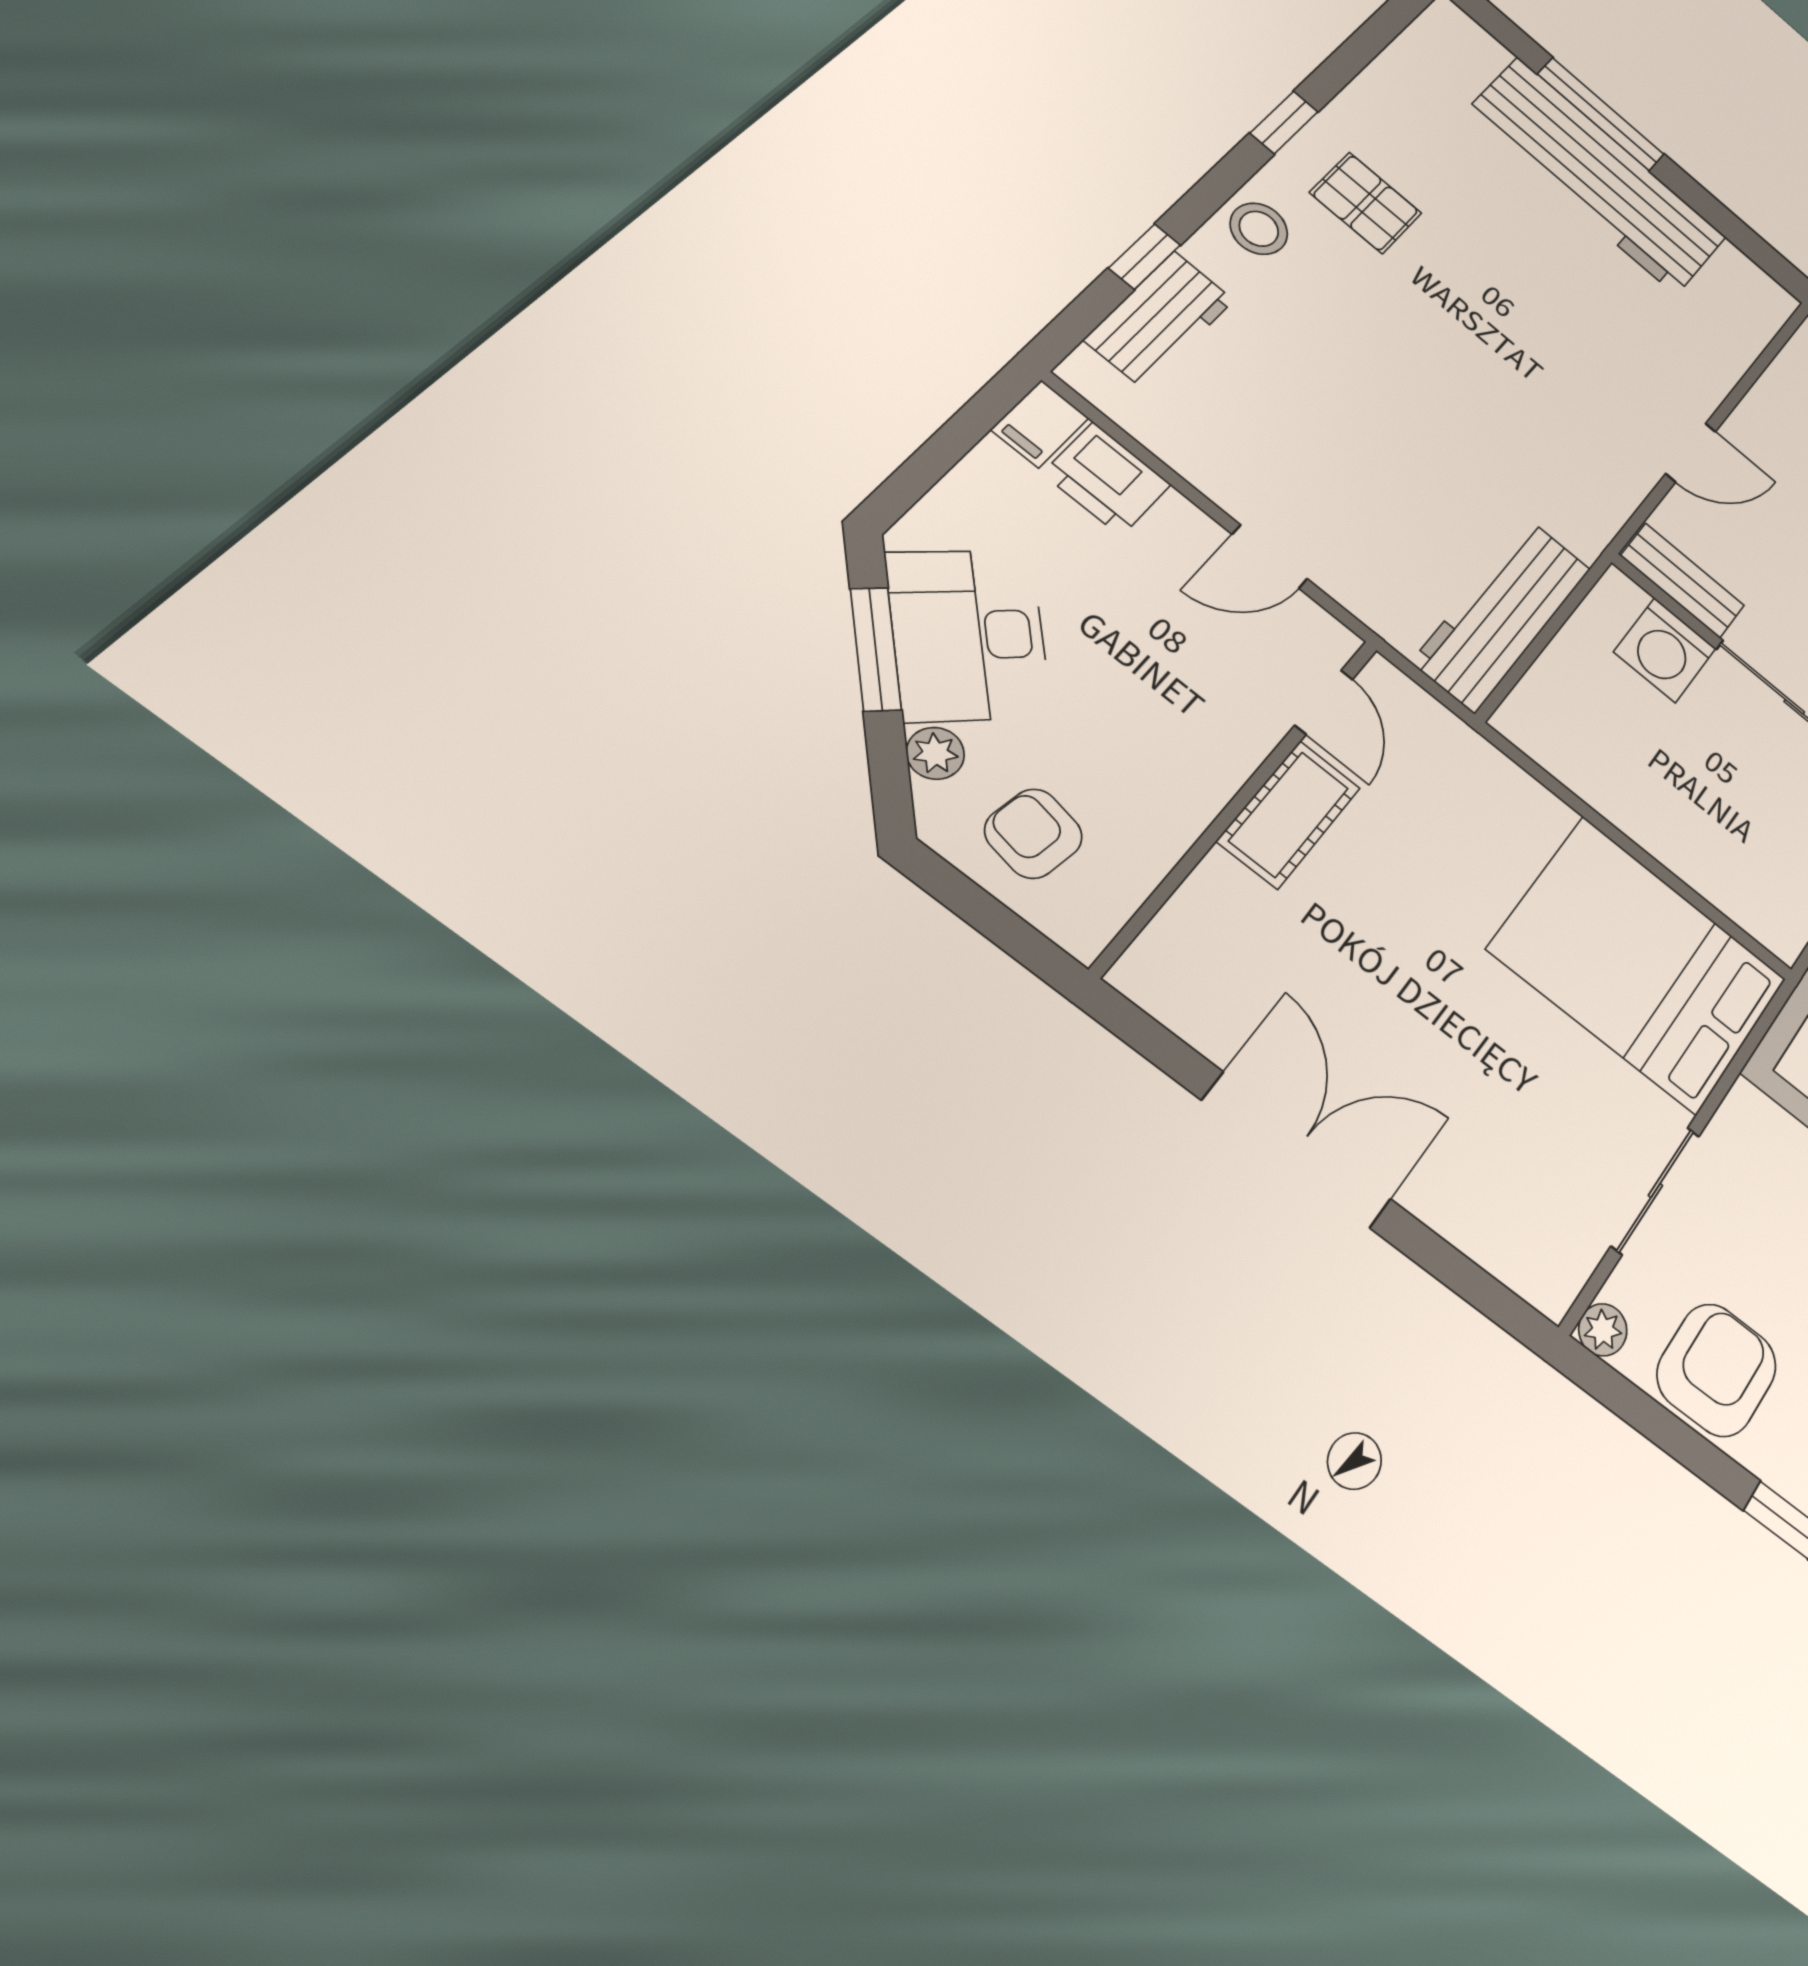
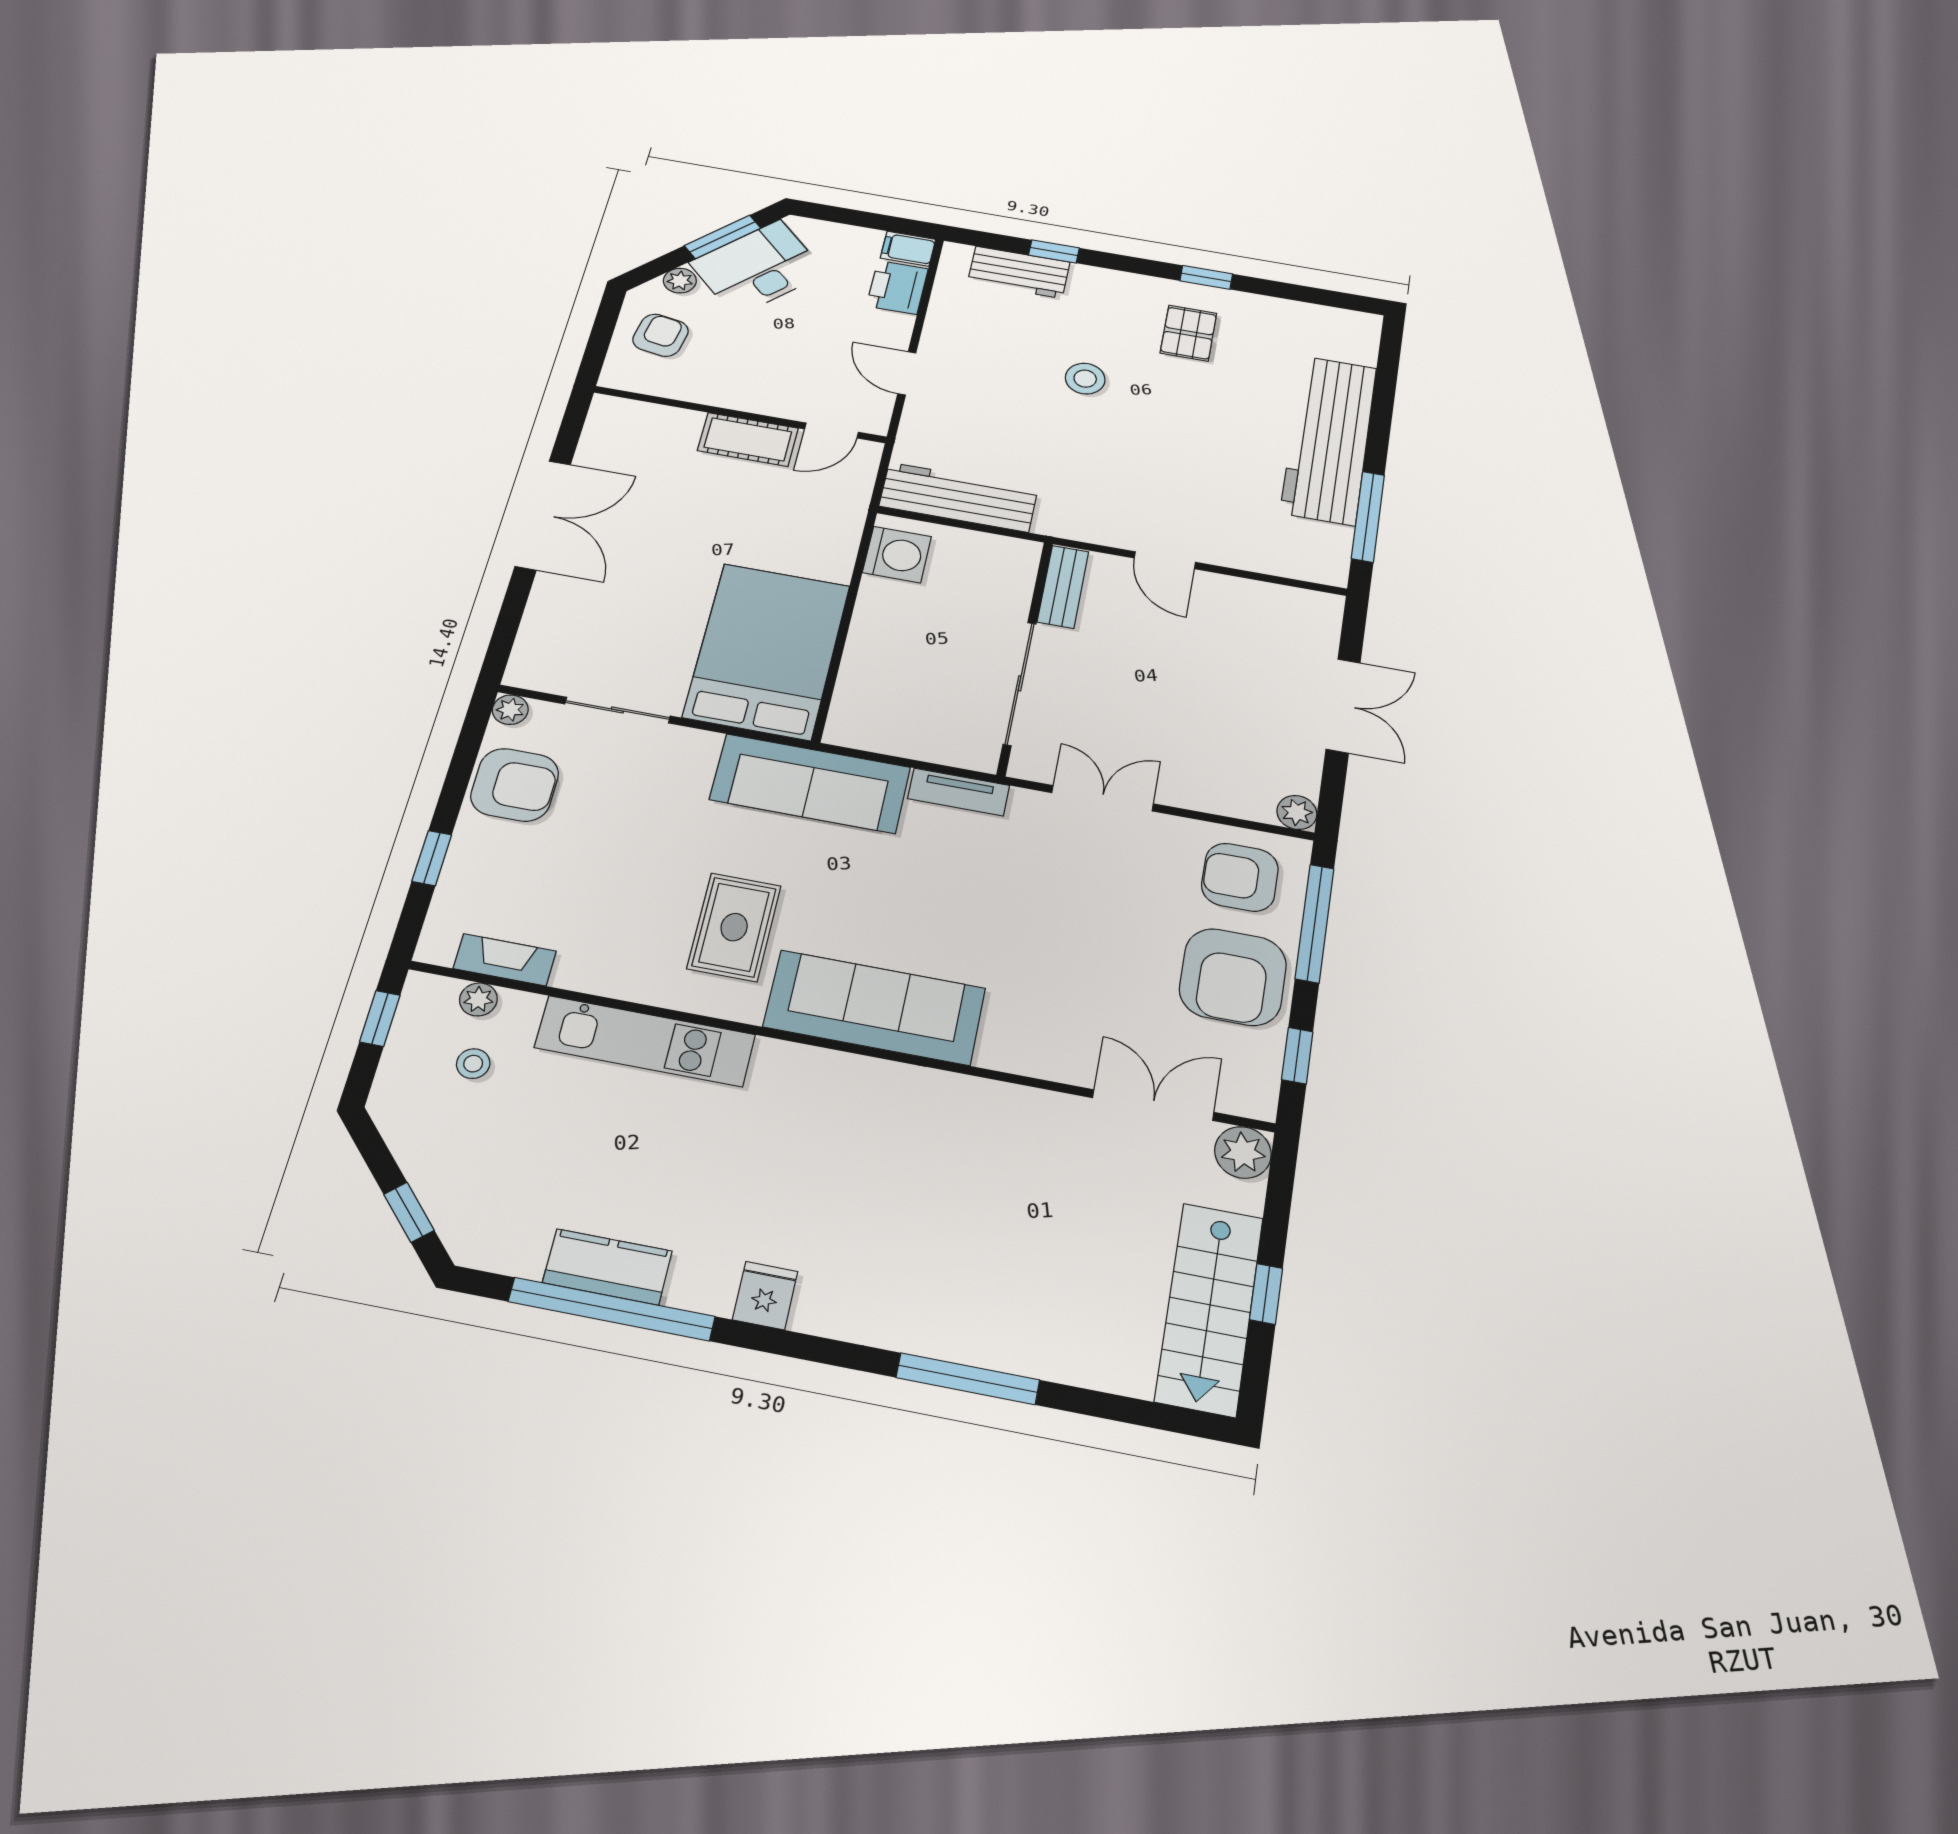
window: (1601, 114) -> (1368, 517), moved
stool: (1259, 229) -> (1085, 379), moved
washing machine: (1665, 650) -> (897, 555), moved, turned 180

